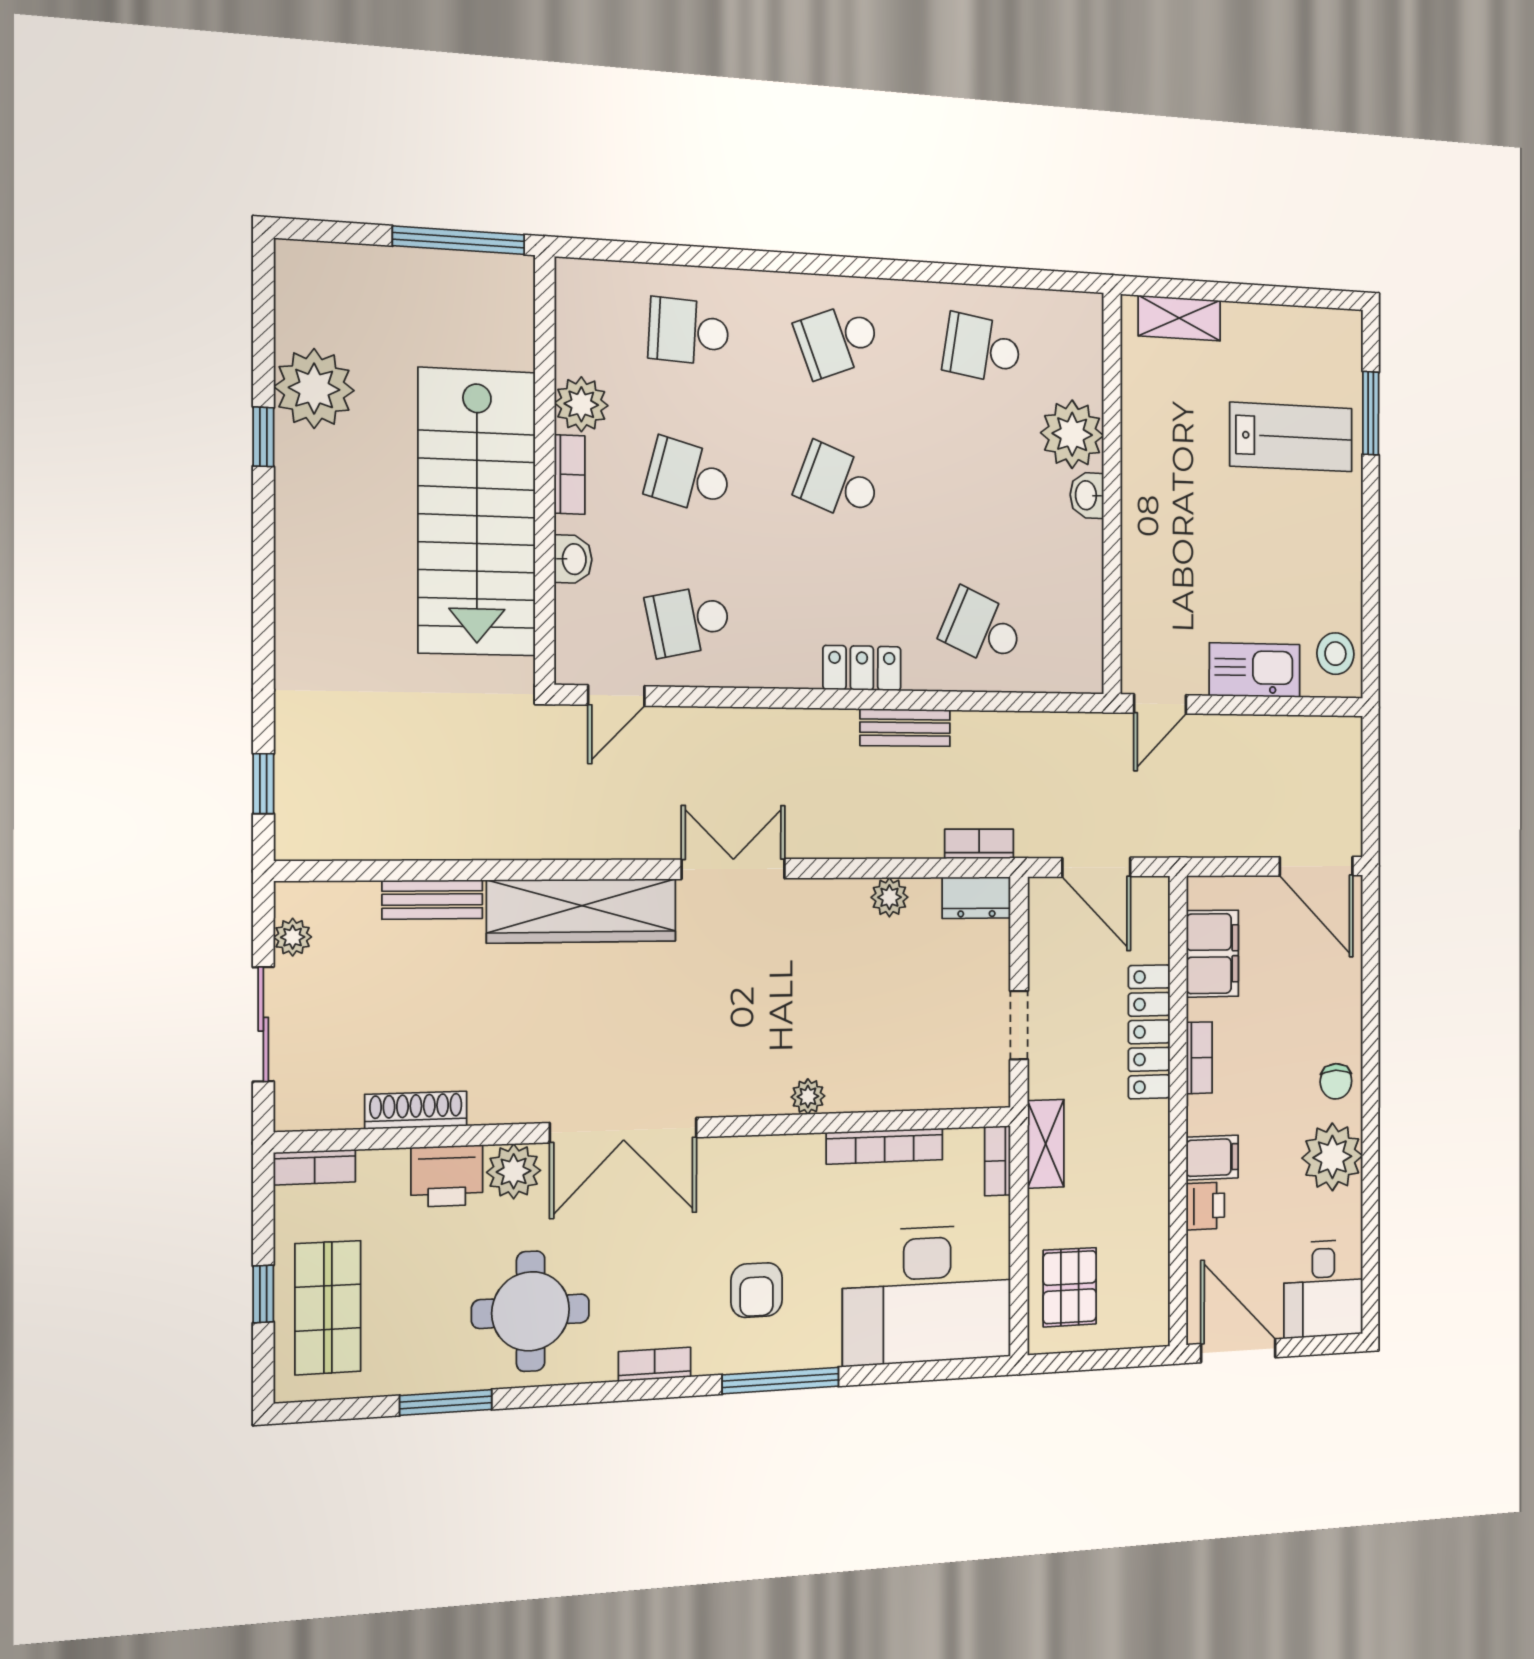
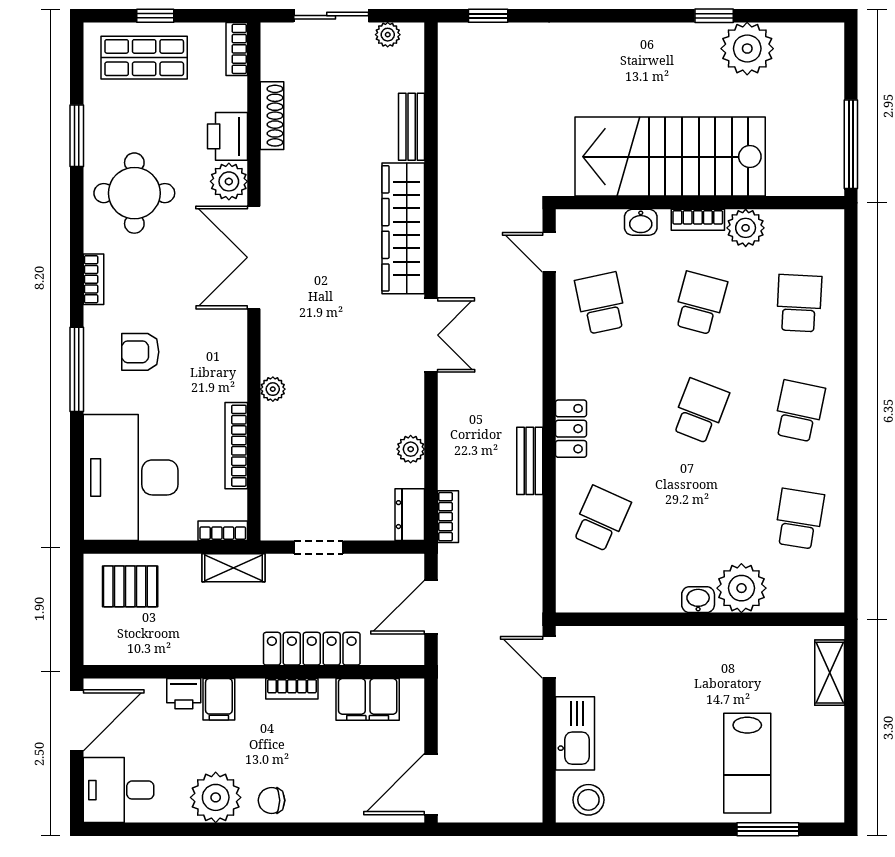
school desk: (838, 340) -> (799, 411), turned 33

